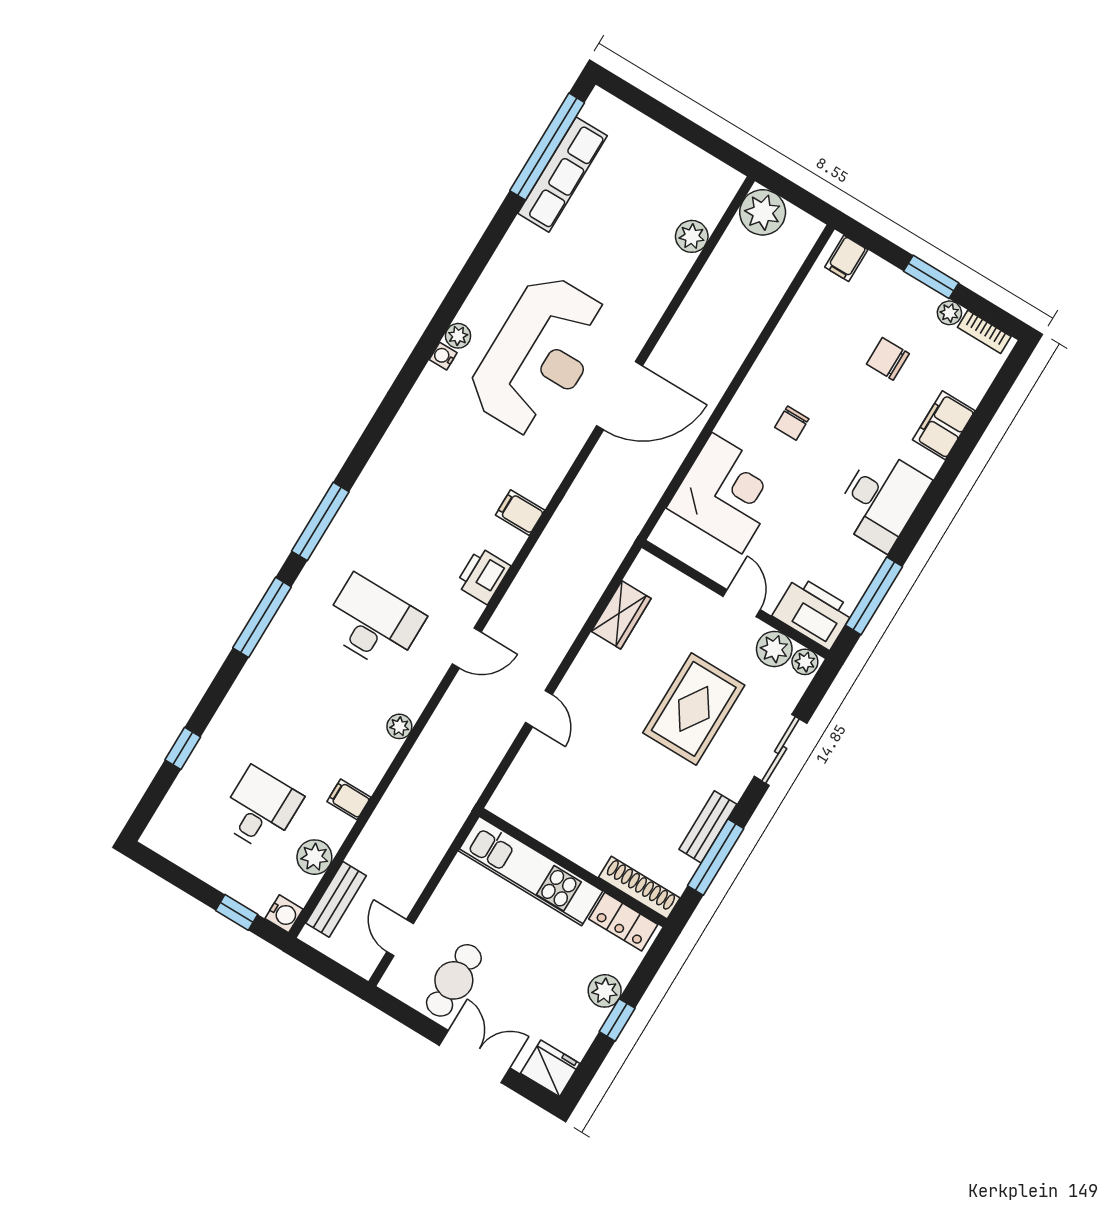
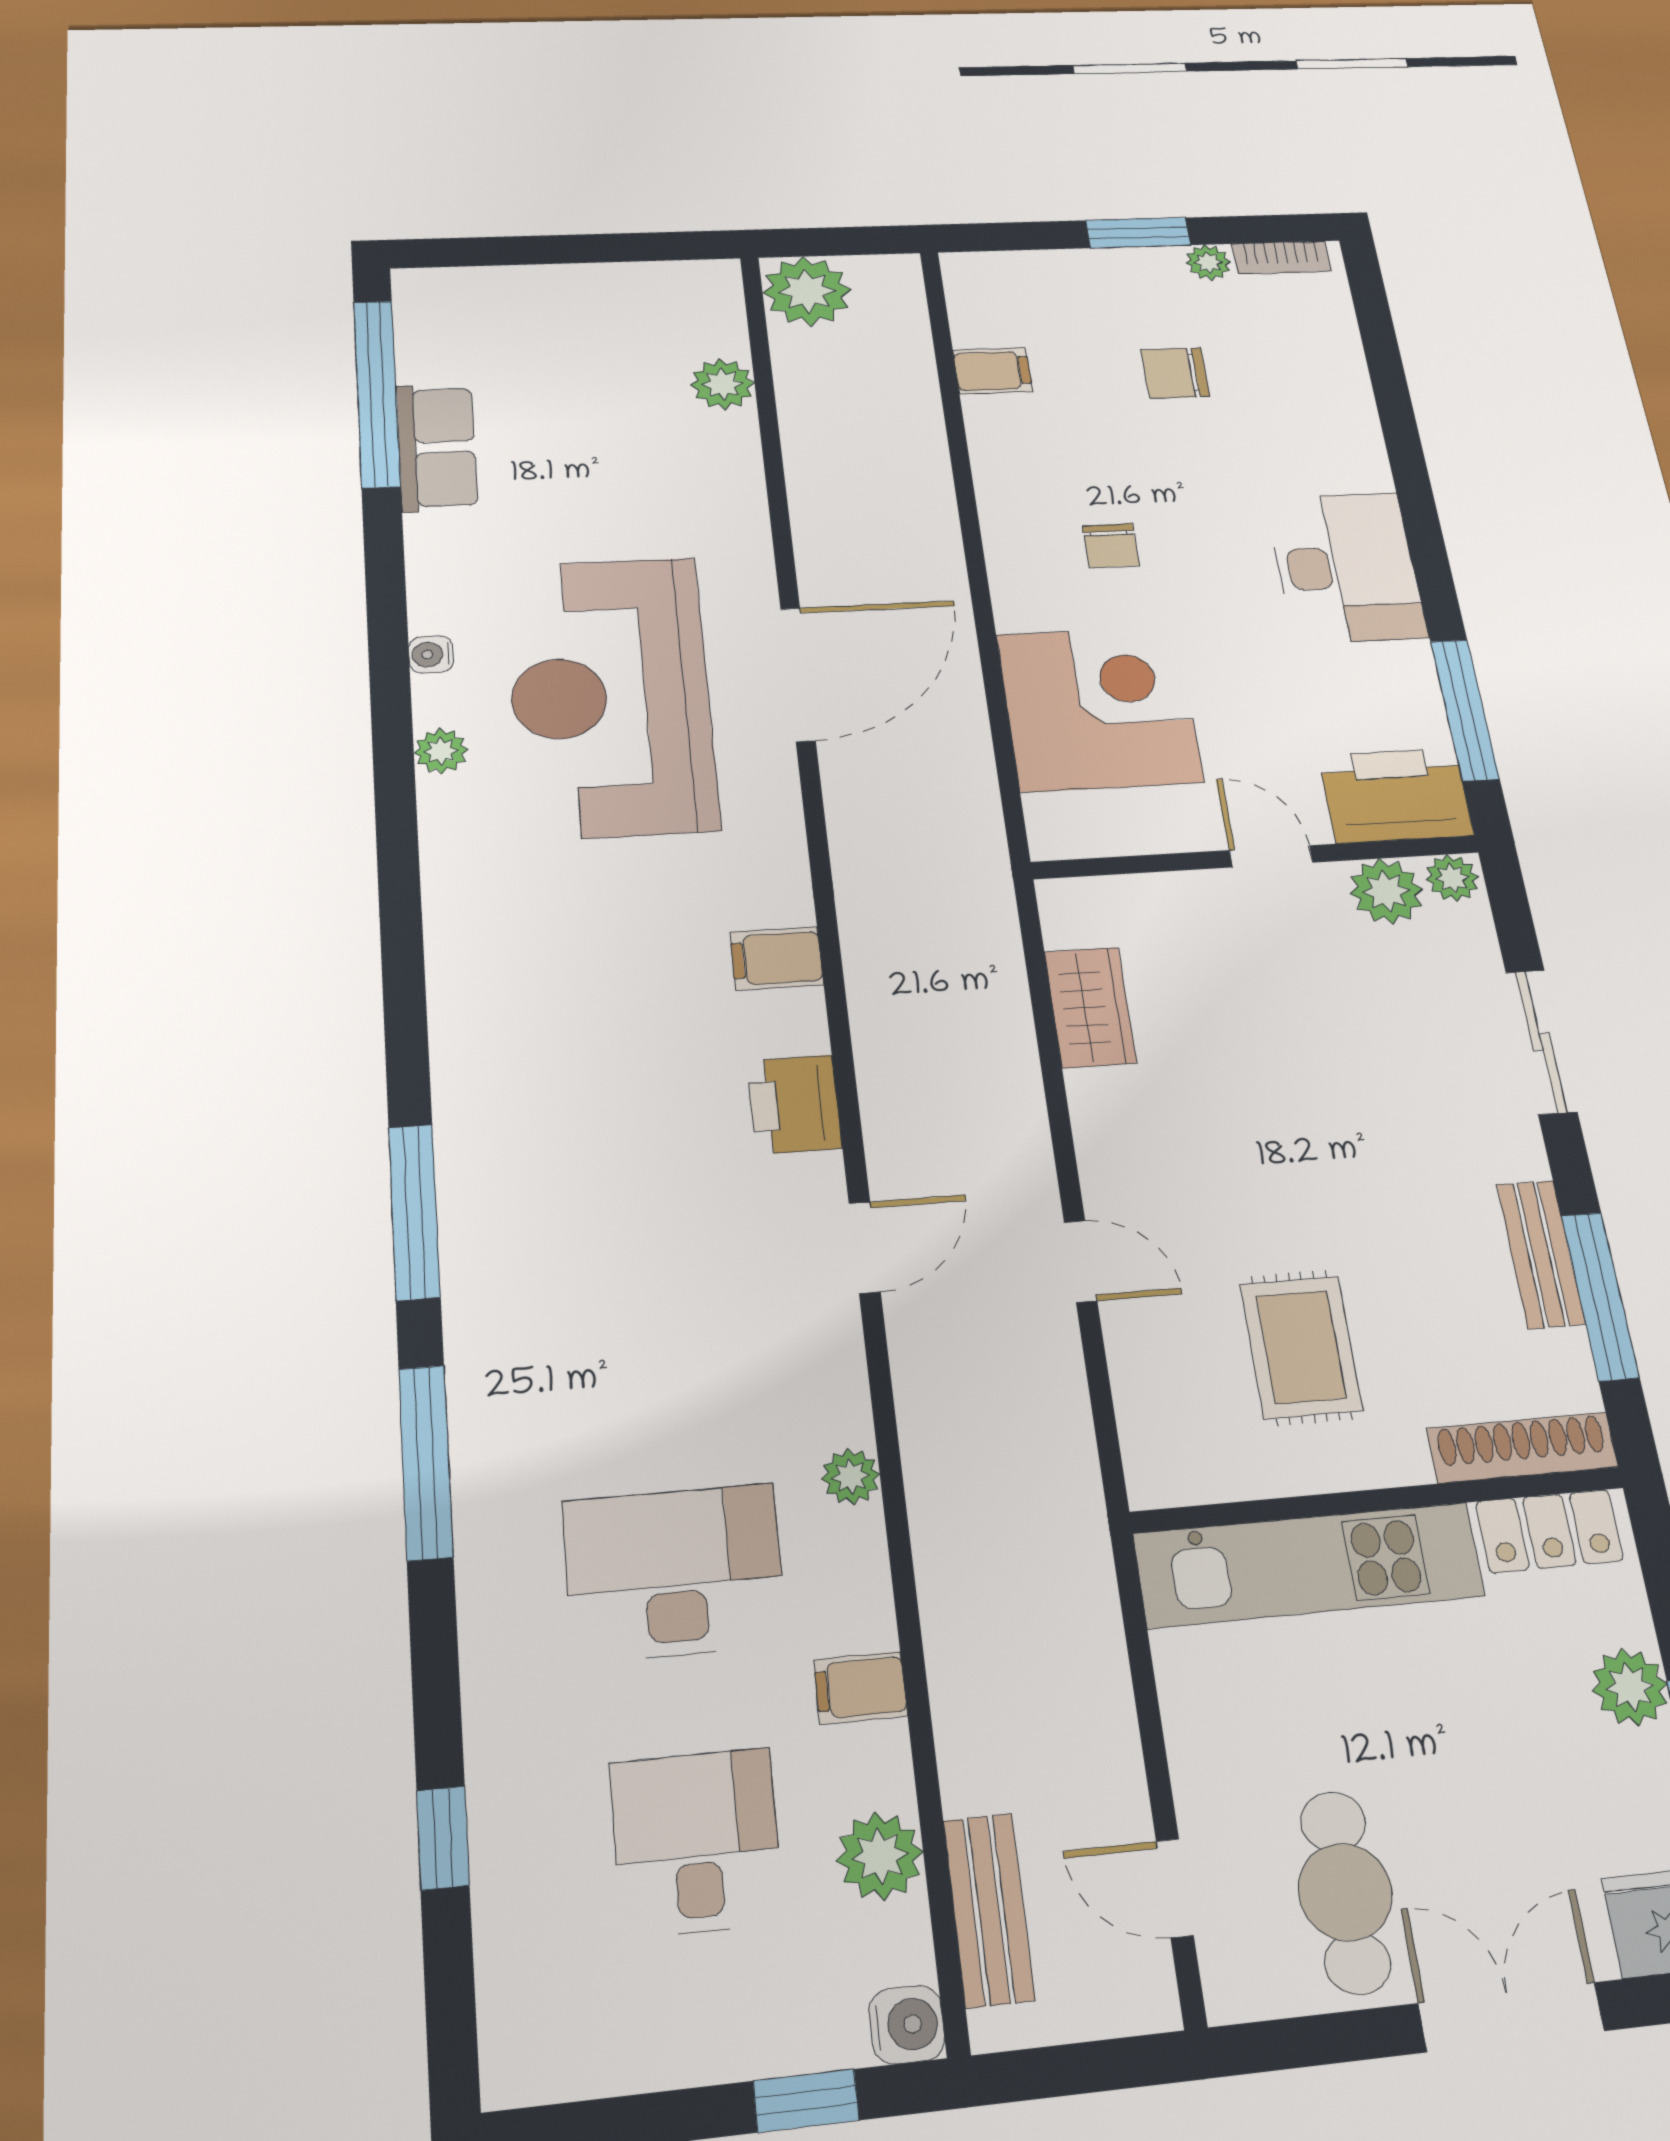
row of seats: (563, 175) -> (437, 447), width x0.68
filing cabinet: (846, 258) -> (993, 371), moved, turned -90
water cooler: (443, 356) -> (431, 654), moved
reception desk: (539, 356) -> (610, 696), turned 180
filing cabinet: (944, 425) -> (1341, 411), removed
desk: (373, 623) -> (674, 1573), moved
rug: (694, 709) -> (1301, 1347), moved, width x0.73, depth x0.70

